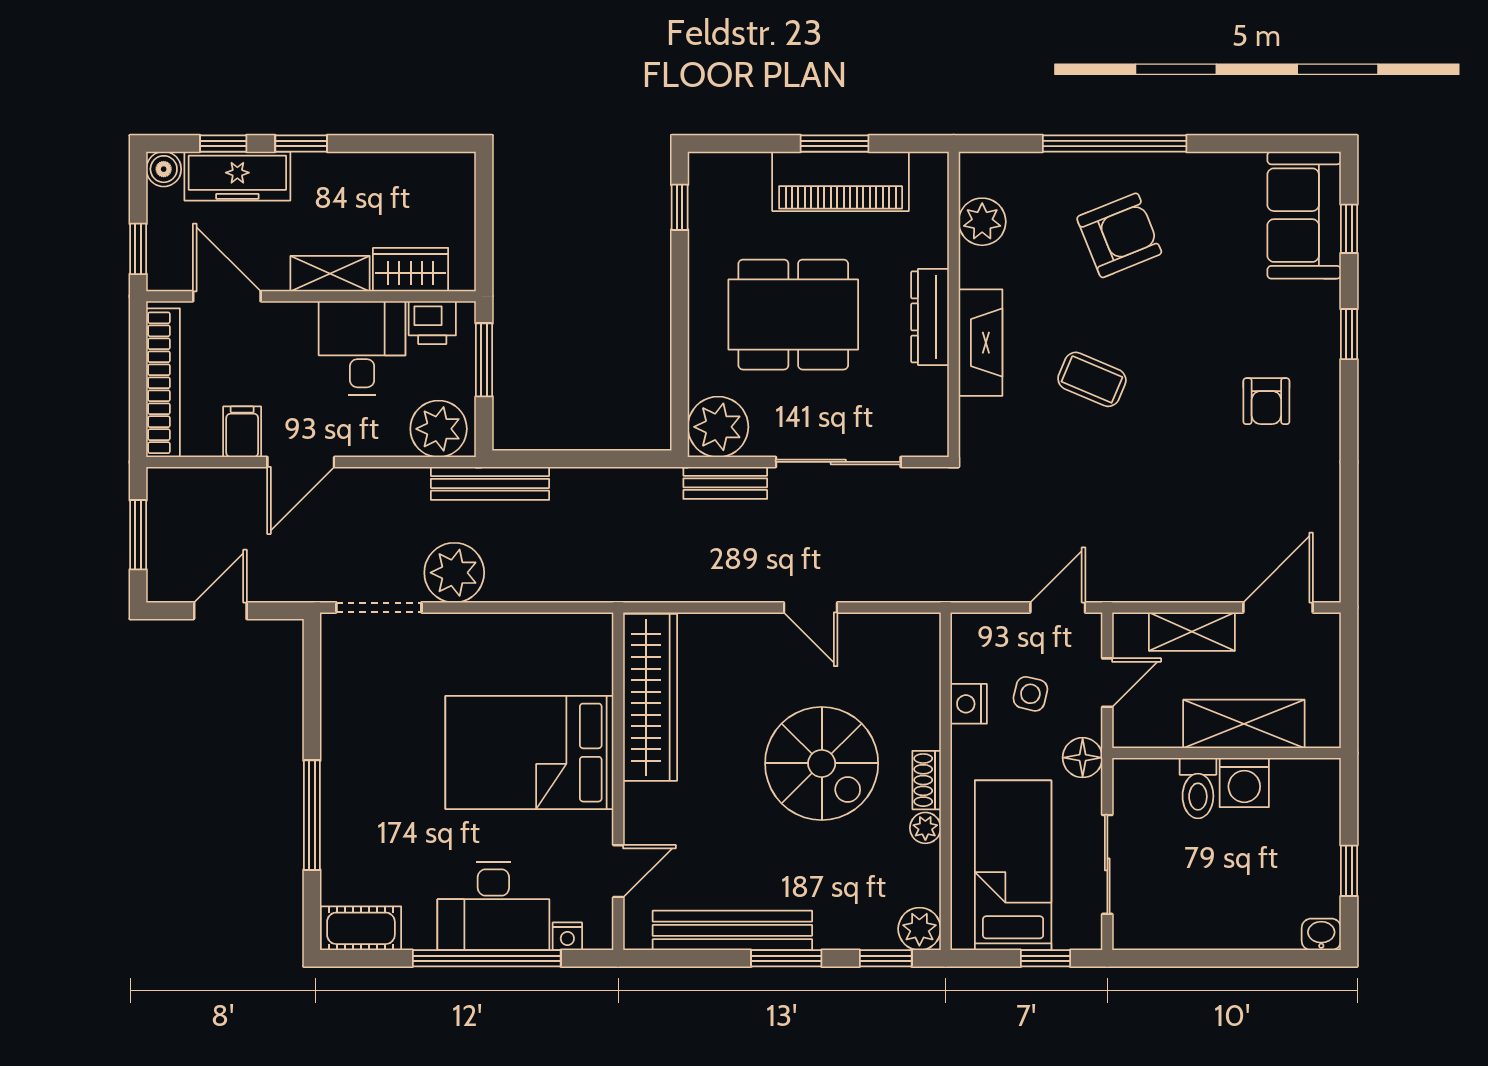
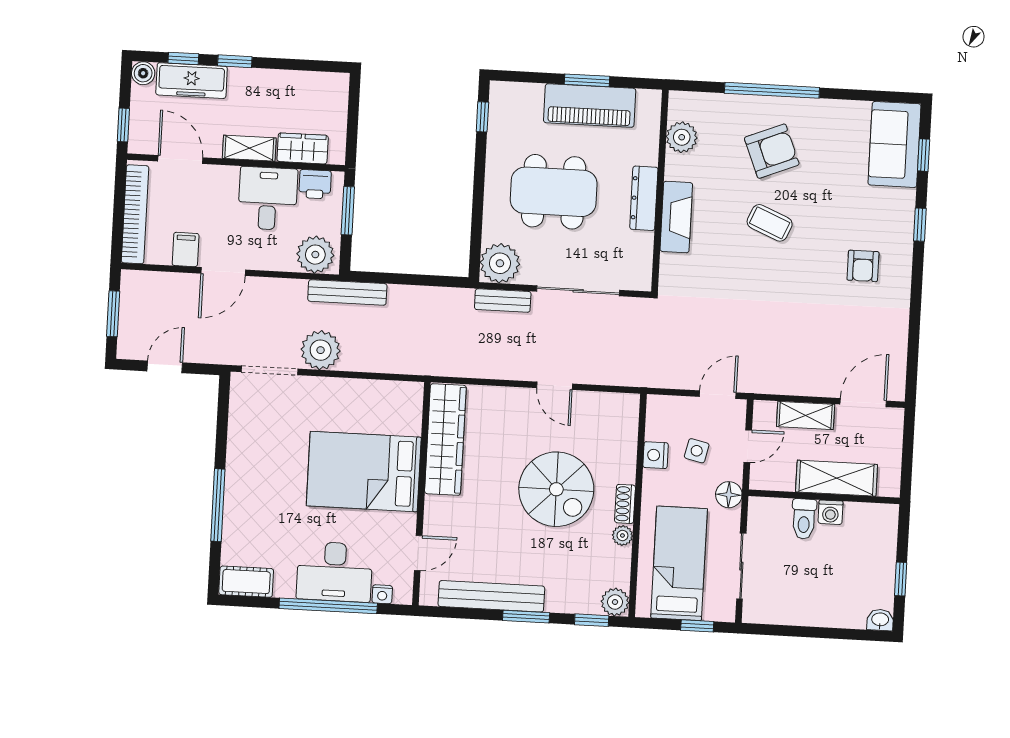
coffee table: (1092, 379) -> (770, 223), moved
washing machine: (1244, 783) -> (830, 512), width x0.73, depth x0.73

